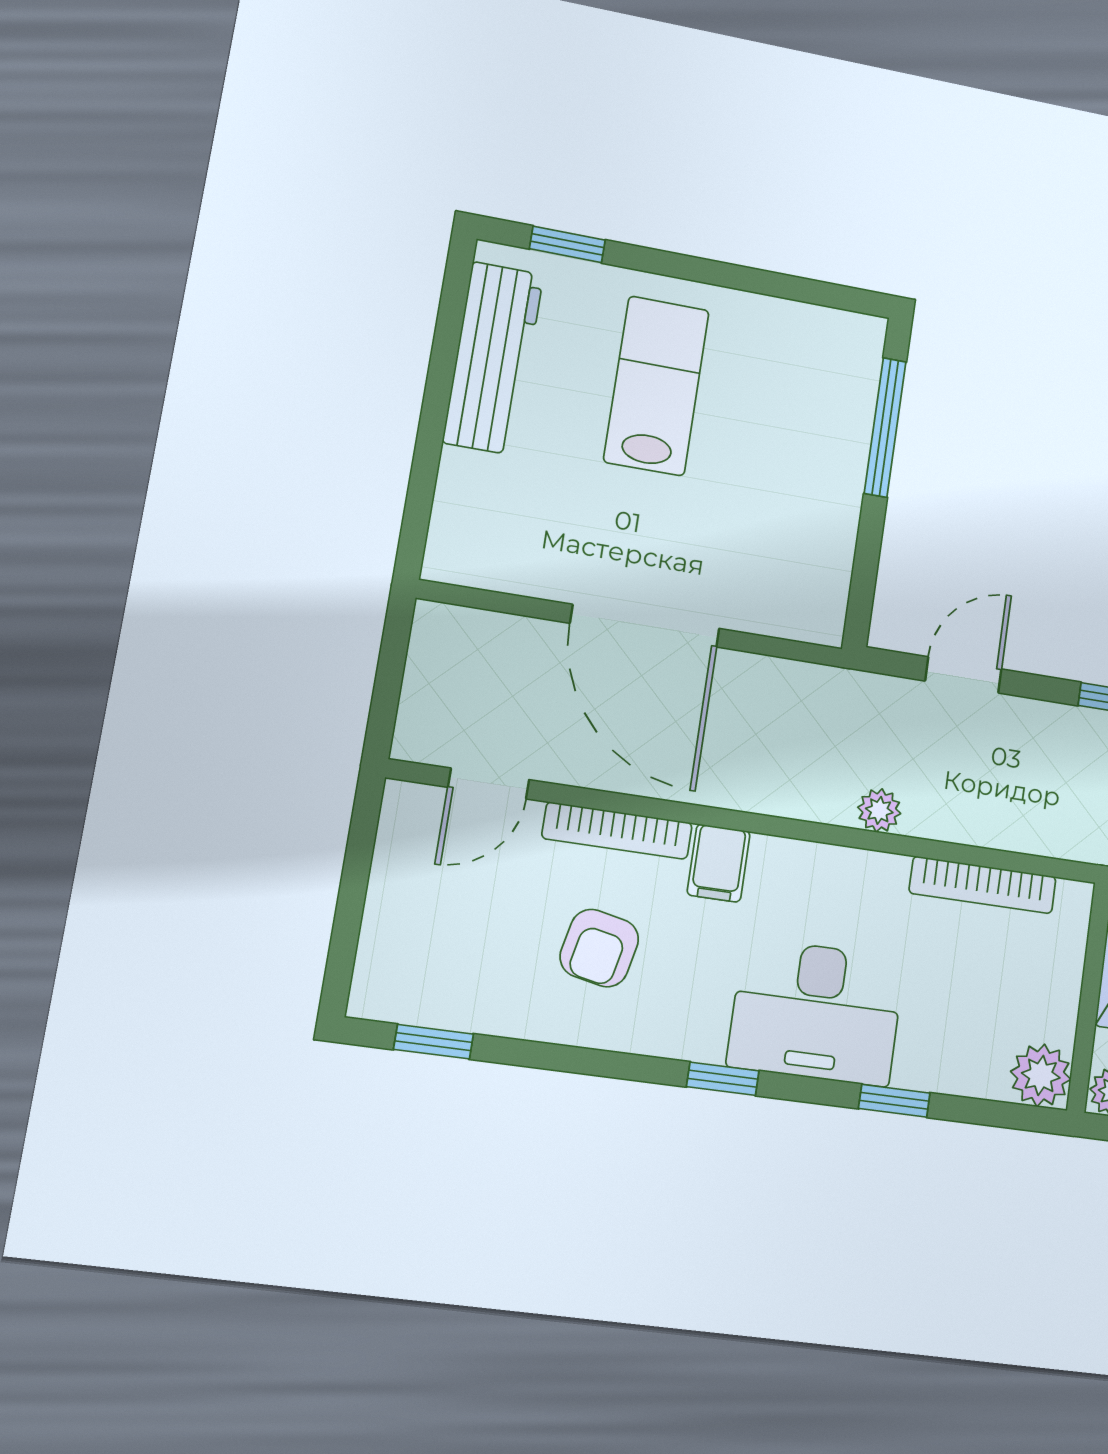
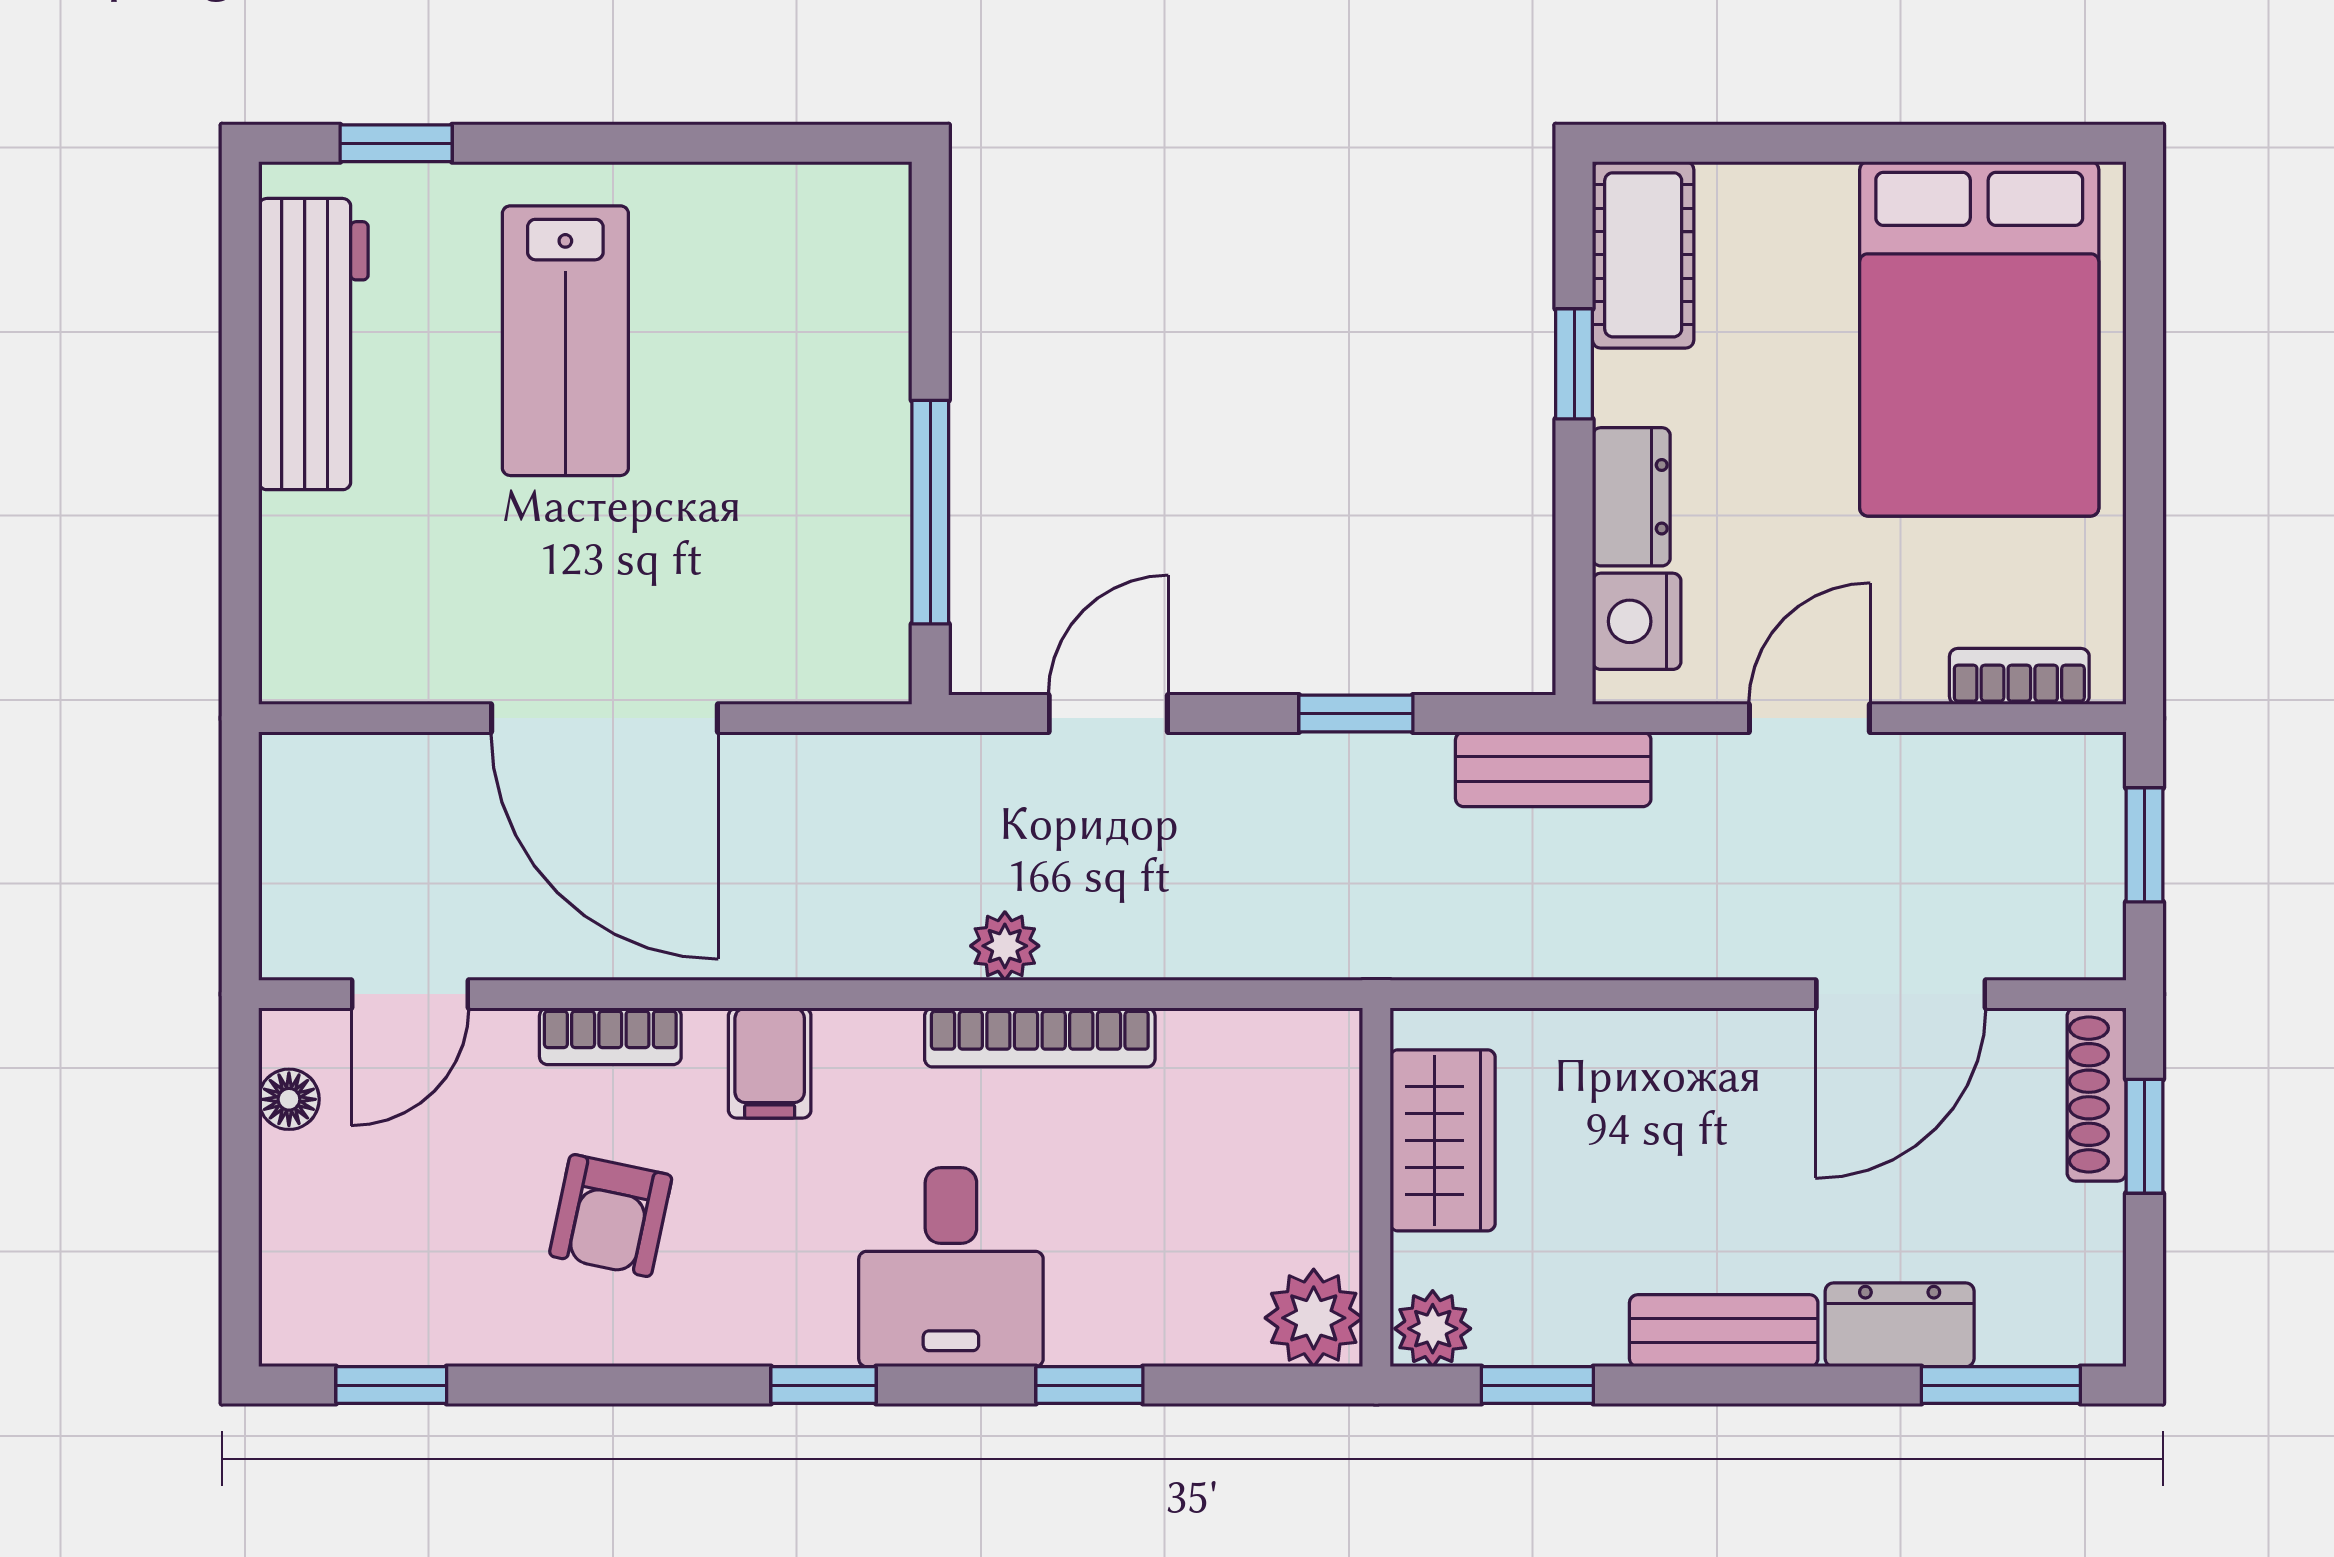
lab bench: (656, 386) -> (565, 341), turned 180
window: (885, 427) -> (930, 512), moved
bookcase: (617, 831) -> (610, 1036), width x0.64
floor lamp: (395, 841) -> (289, 1099), added
bookcase: (983, 885) -> (1040, 1037), moved
desk: (816, 1012) -> (951, 1267), width x0.73

